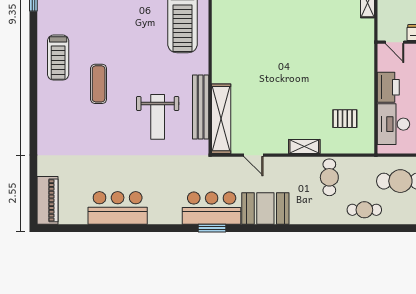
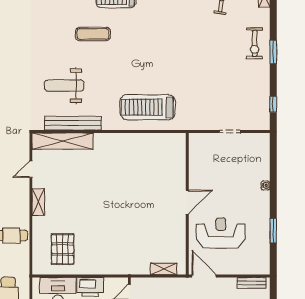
pallet: (345, 119) -> (63, 249), width x1.50, depth x1.42
shelving: (304, 146) -> (38, 202), moved

